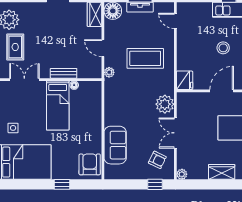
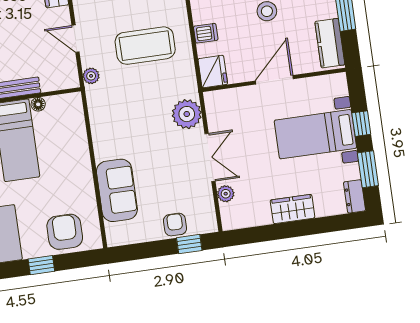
dishwasher: (184, 56) -> (206, 33), added
double door: (175, 133) -> (210, 158), swing flipped
armchair: (157, 160) -> (175, 225), moved, turned -116
armchair: (90, 164) -> (65, 232), moved
plant: (182, 174) -> (226, 194), moved

